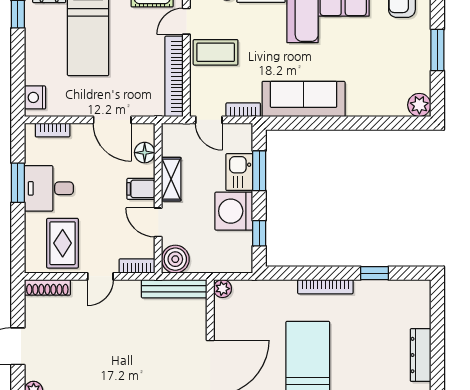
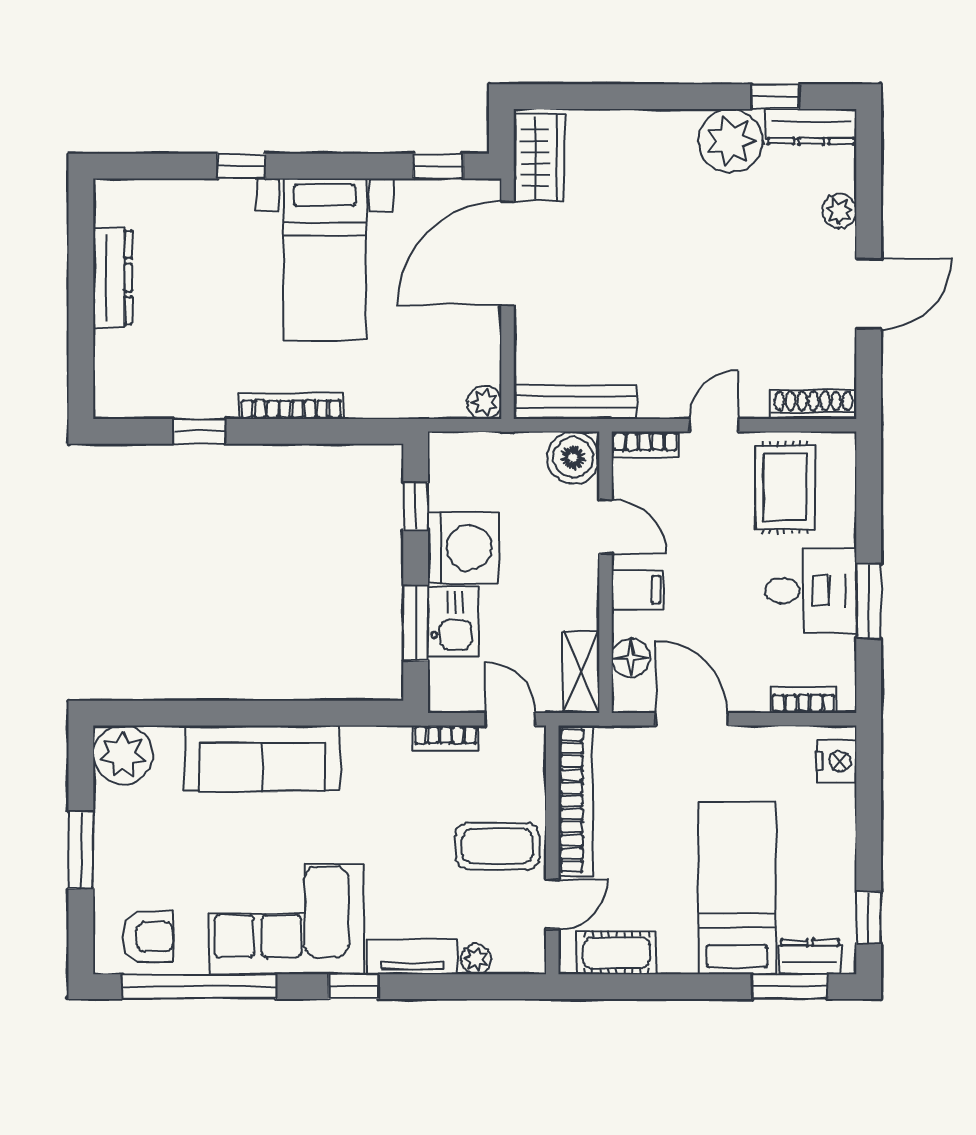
sofa: (304, 99) -> (262, 758), moved
plant: (419, 105) -> (123, 755), width x1.36, depth x1.36
shelving: (171, 179) -> (581, 672), moved

